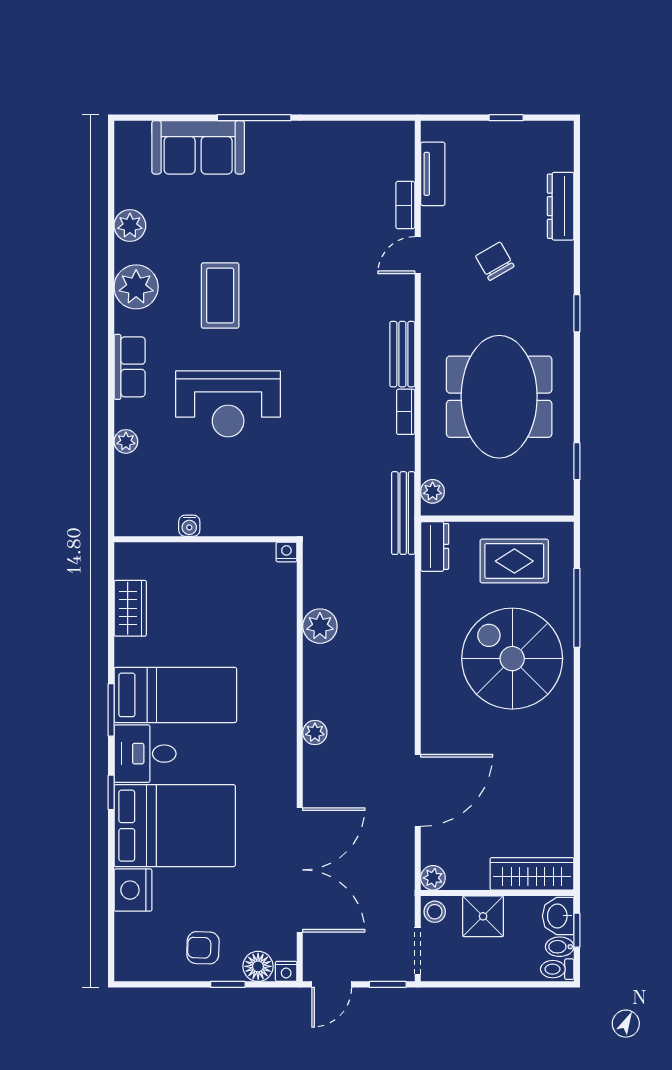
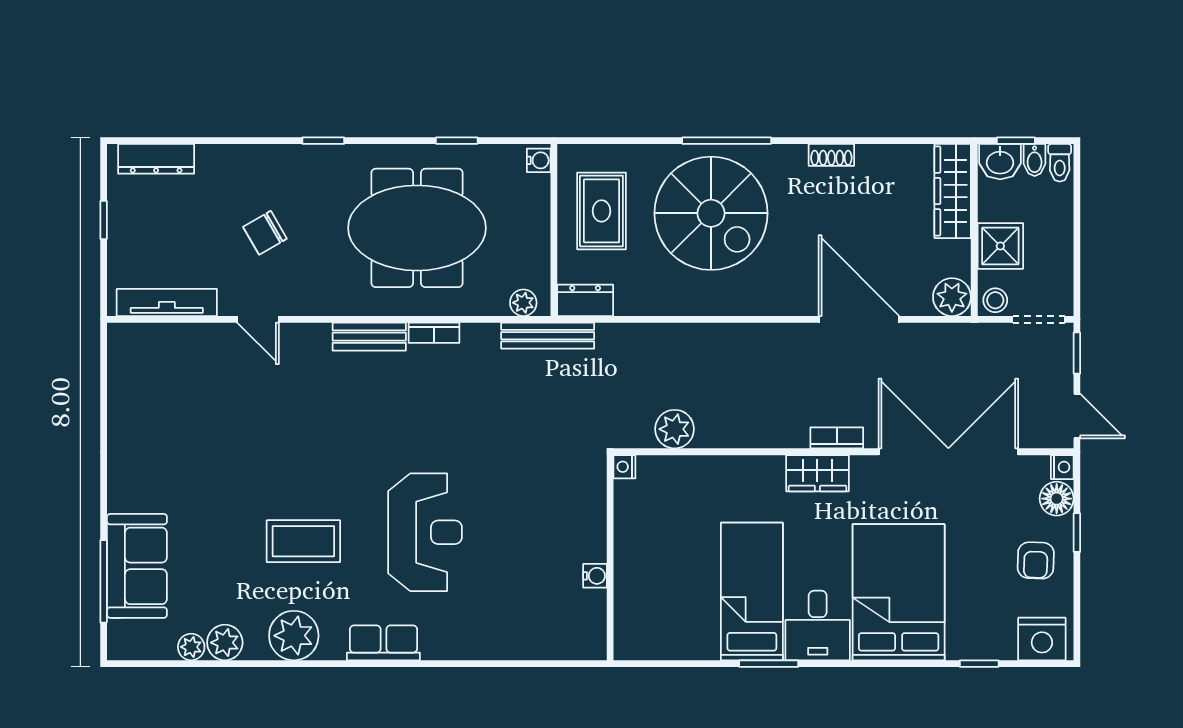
window: (254, 118) -> (104, 581), moved
tv unit: (433, 174) -> (167, 302), width x1.41
bookcase: (405, 205) -> (837, 438), moved, turned 180
dresser: (561, 206) -> (156, 159), moved
plant: (126, 441) -> (191, 647), moved
window: (577, 461) -> (457, 141), moved
water cooler: (559, 505) -> (539, 160), added
water cooler: (189, 526) -> (595, 576), moved
wall: (205, 539) -> (610, 558), moved
nightstand: (286, 552) -> (624, 467), moved
wardrobe: (130, 608) -> (817, 473), moved, turned 180
window: (577, 608) -> (727, 141), moved
spiral stairs: (512, 659) -> (711, 213), turned -90
plant: (315, 733) -> (794, 435), removed
shoe rack: (564, 766) -> (831, 155), added
window: (111, 792) -> (979, 664), moved
plant: (433, 878) -> (952, 297), width x1.38, depth x1.38
nightstand: (133, 890) -> (1042, 639), moved

